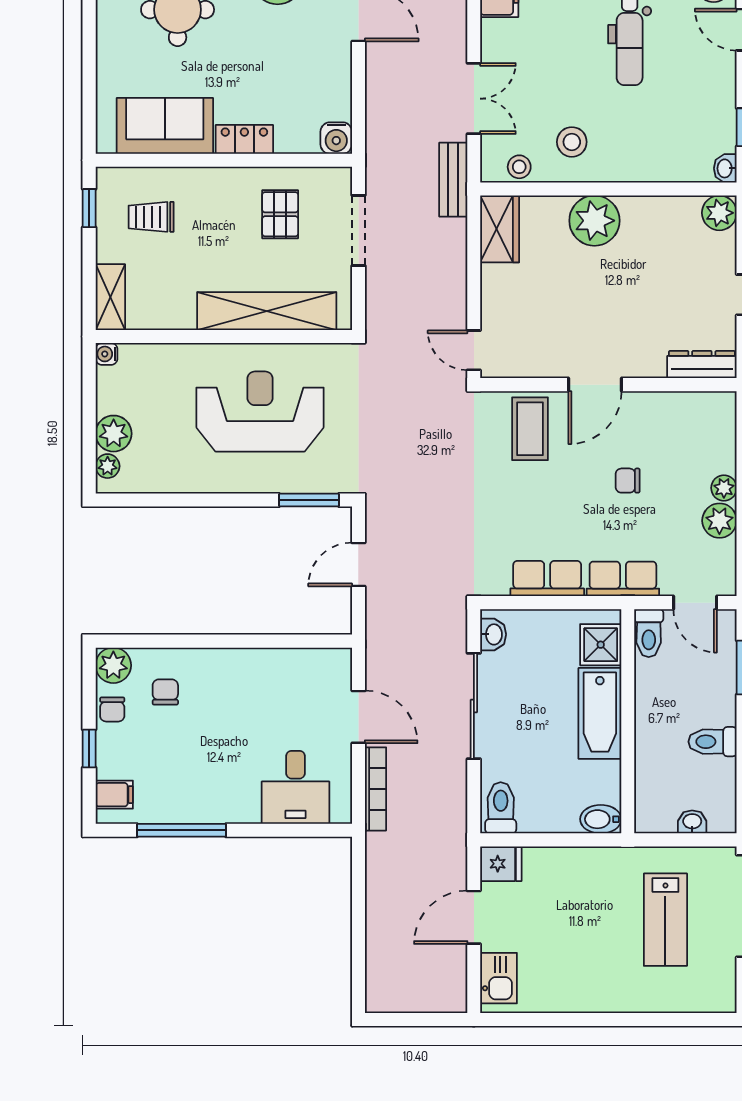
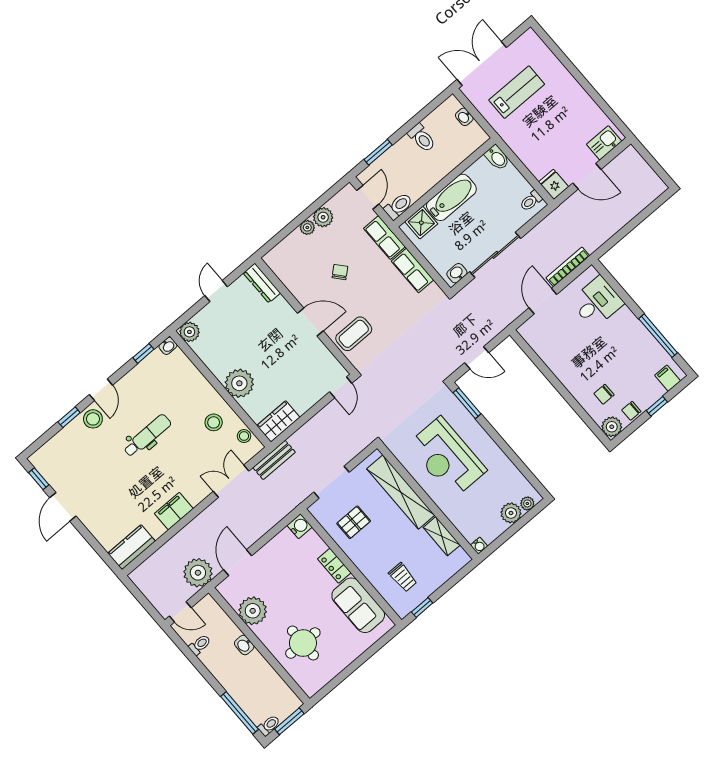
shelving: (110, 297) -> (442, 536), moved, turned 90
chair: (628, 481) -> (340, 272), turned -131
chair: (112, 709) -> (631, 411), turned 180
toilet: (501, 808) -> (531, 201), width x0.73, depth x0.72

